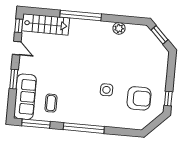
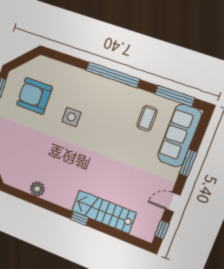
window: (81, 16) -> (80, 219), width x0.32
stairs: (46, 24) -> (104, 212), moved
door: (17, 48) -> (173, 202), hinge flipped

